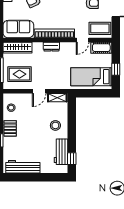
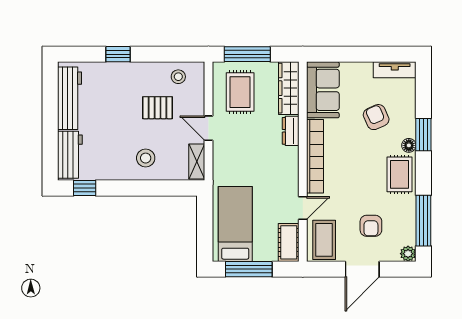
door: (83, 40) -> (303, 208), swing flipped
dresser: (51, 47) -> (291, 131), moved
window: (116, 69) -> (249, 269), width x2.17
pallet: (10, 128) -> (158, 108), moved
workbench: (61, 152) -> (70, 155), moved, turned 90

